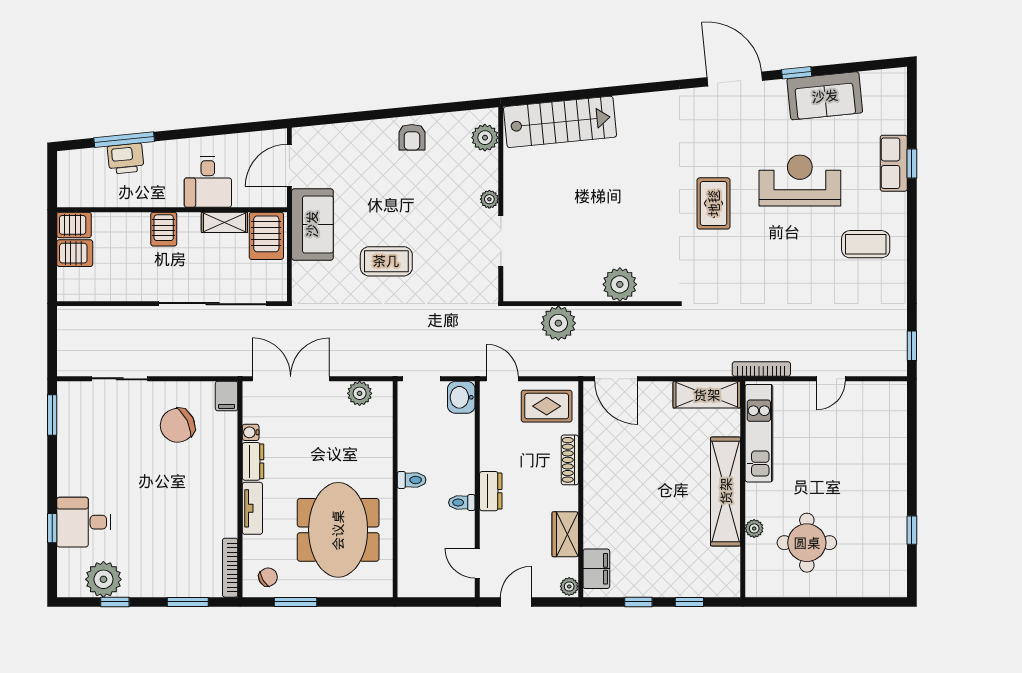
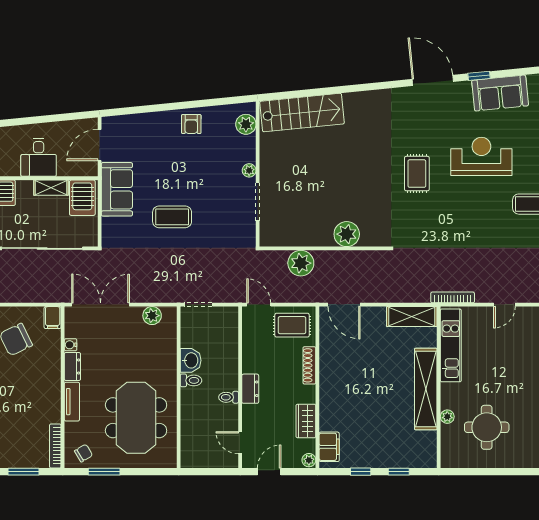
washbasin: (461, 397) -> (191, 360), moved, turned 180

